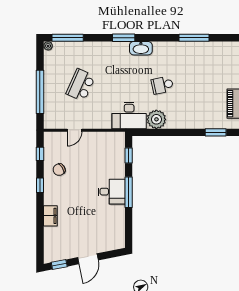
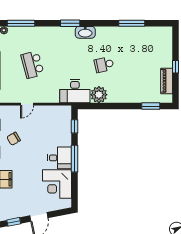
school desk: (81, 85) -> (33, 65), turned -39
corner desk: (109, 221) -> (57, 184), added

